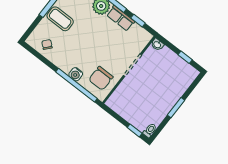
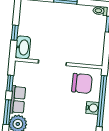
washbasin: (157, 45) -> (23, 47), width x1.91, depth x1.45
window: (185, 57) -> (15, 33), moved

